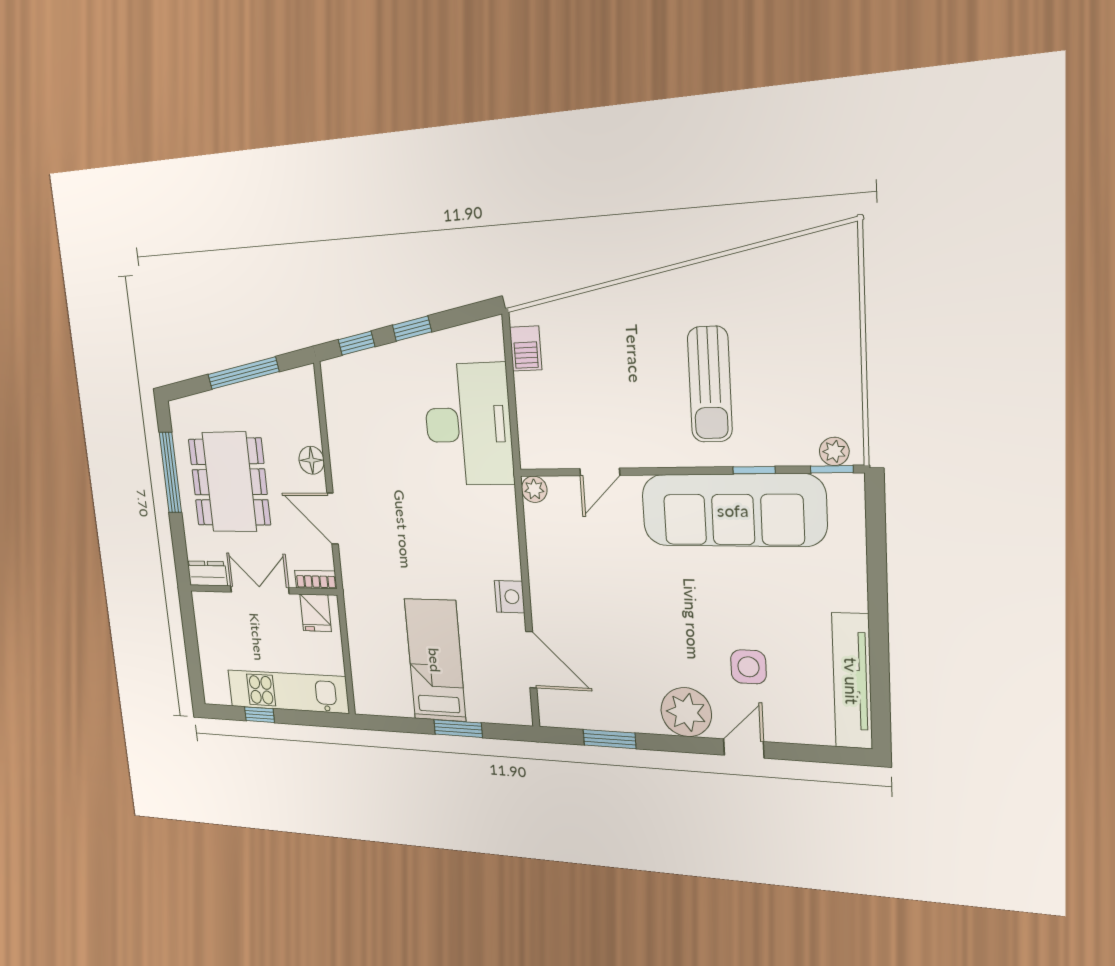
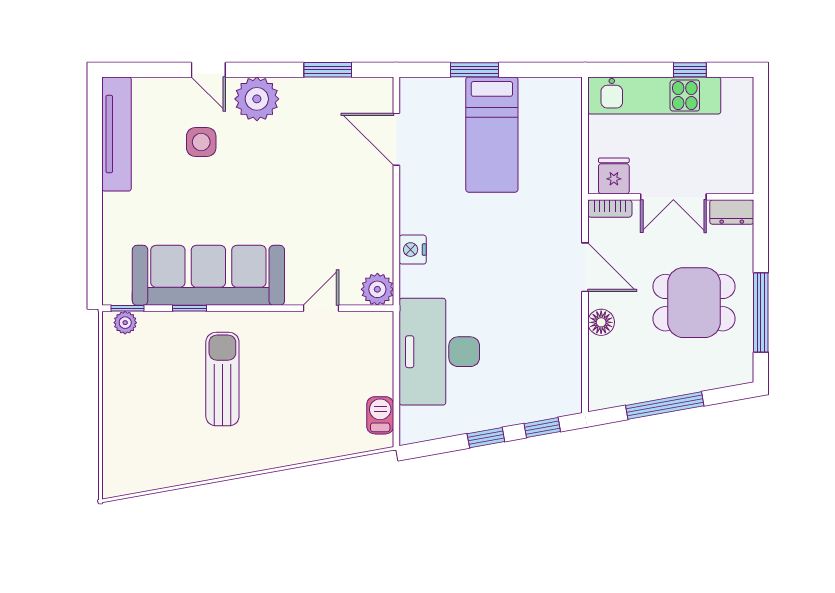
dining table: (229, 482) -> (694, 303), width x0.73
plant: (534, 489) -> (377, 289), width x1.38, depth x1.38
nightstand: (510, 597) -> (413, 250), moved
door: (744, 748) -> (208, 70), hinge flipped

